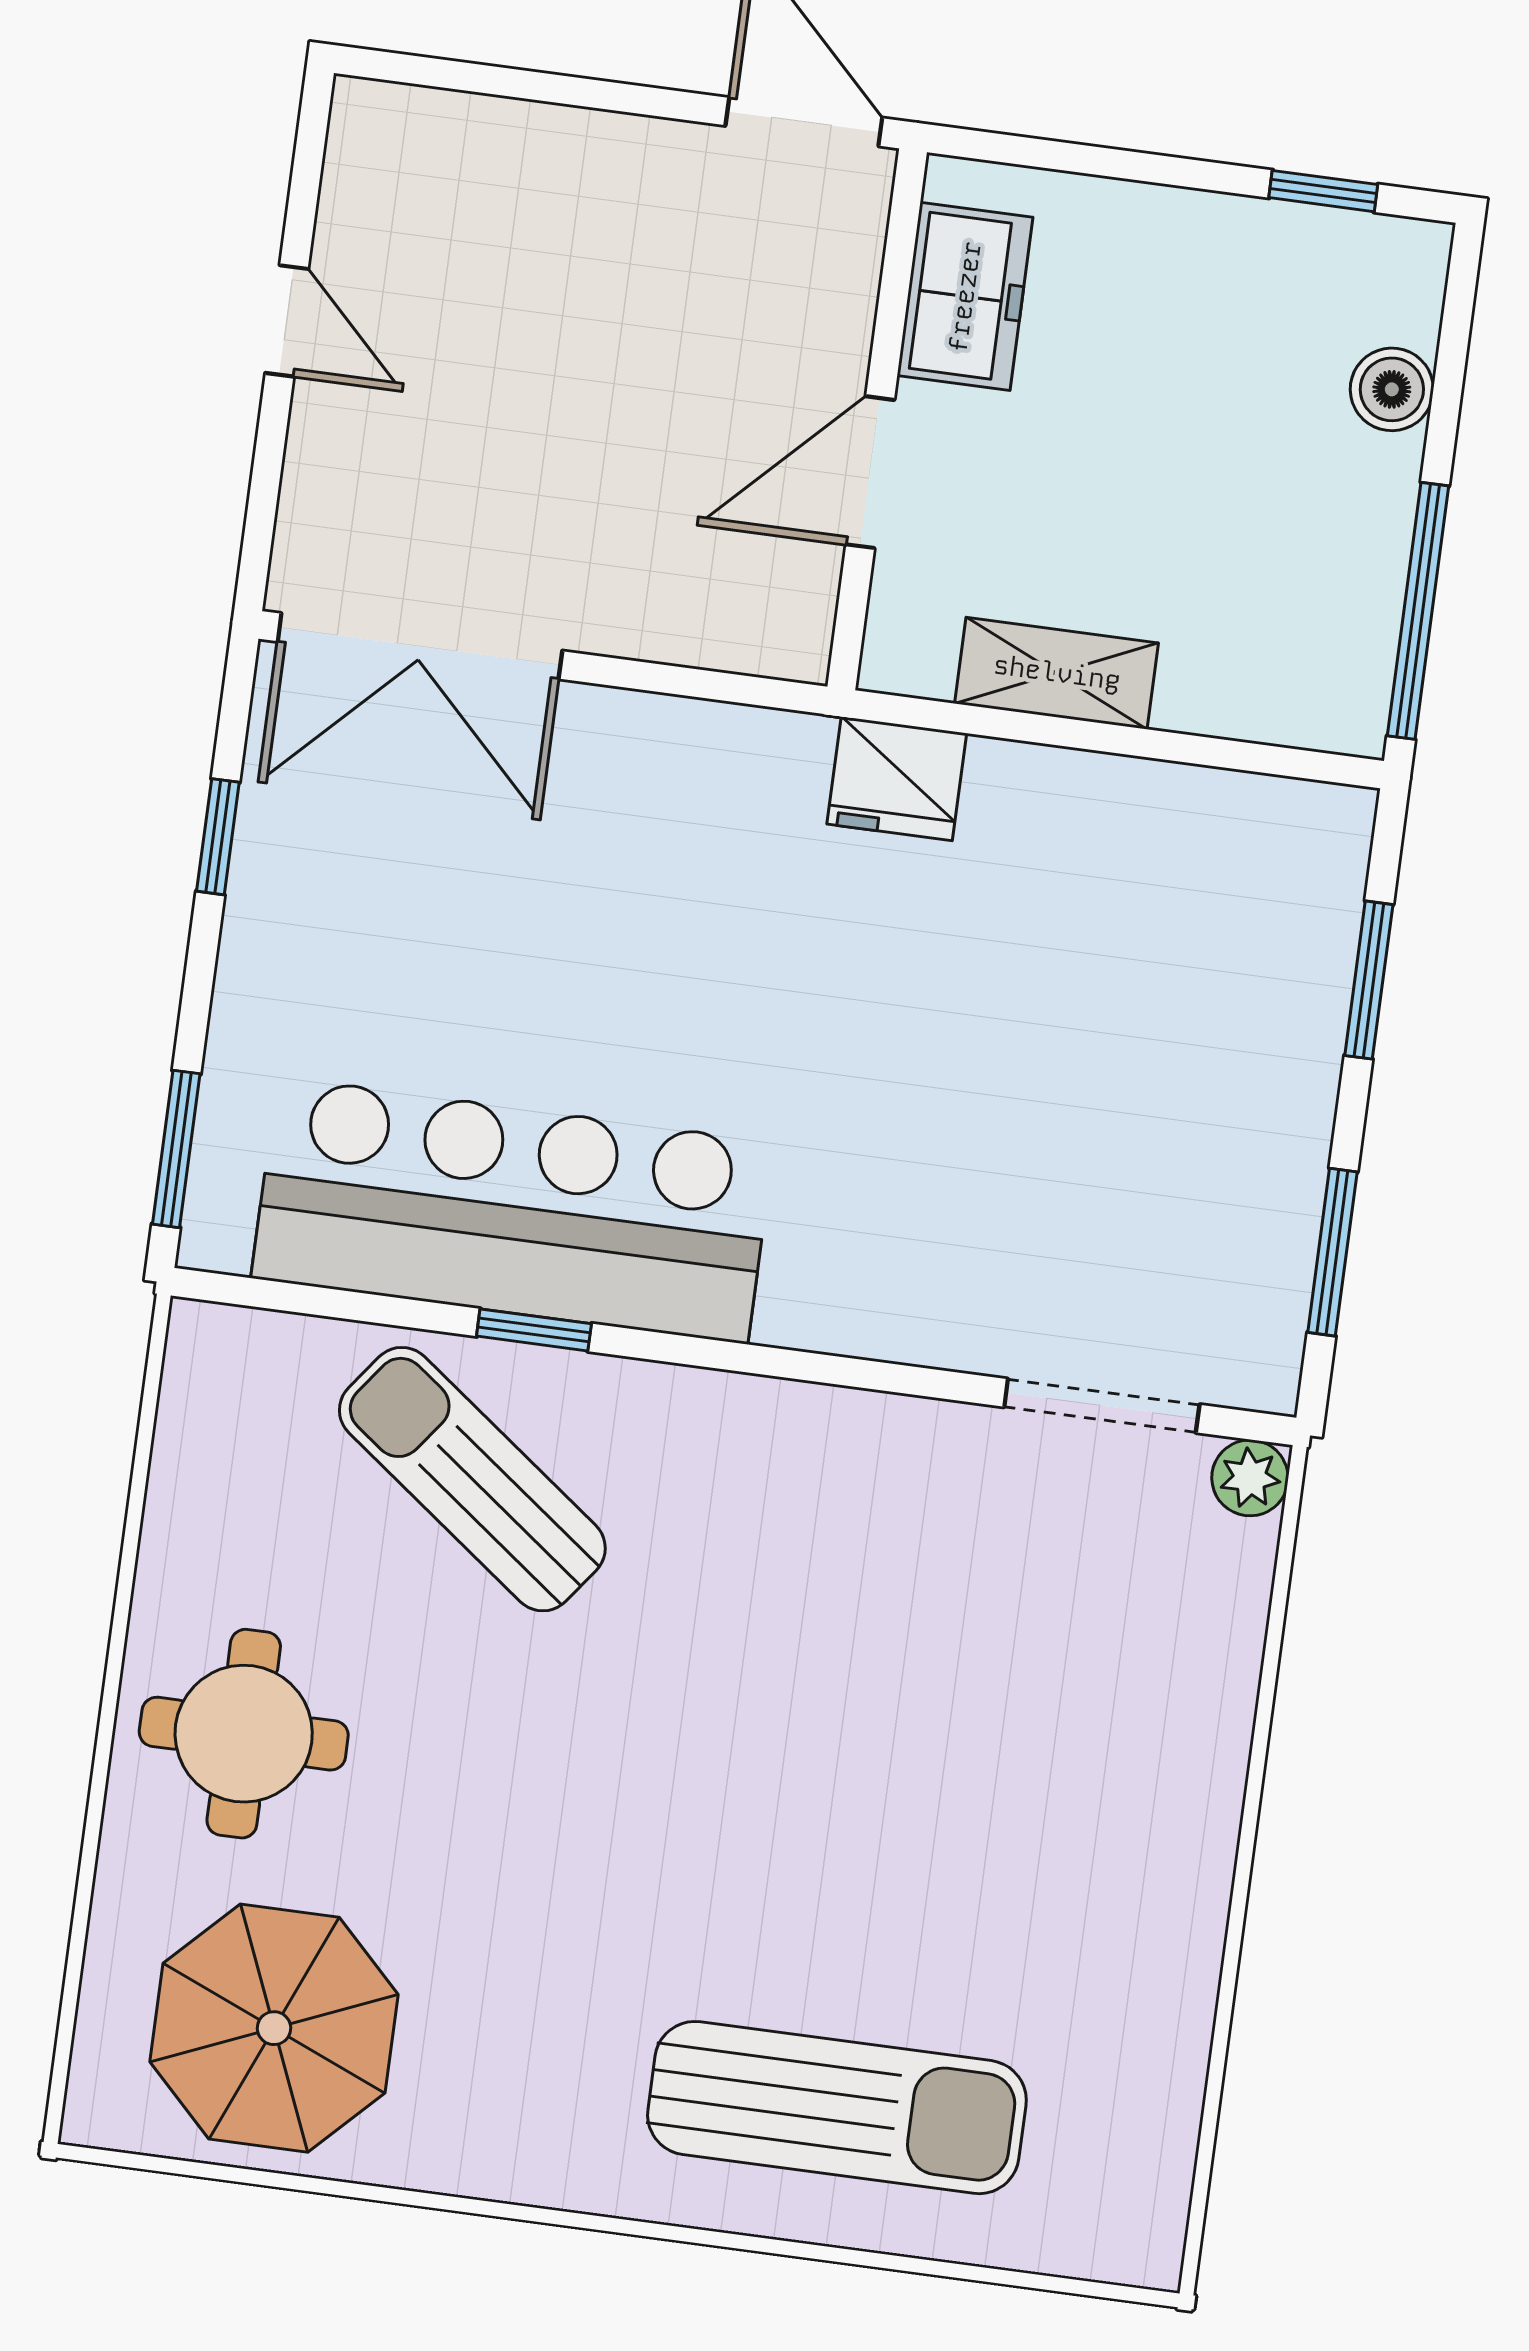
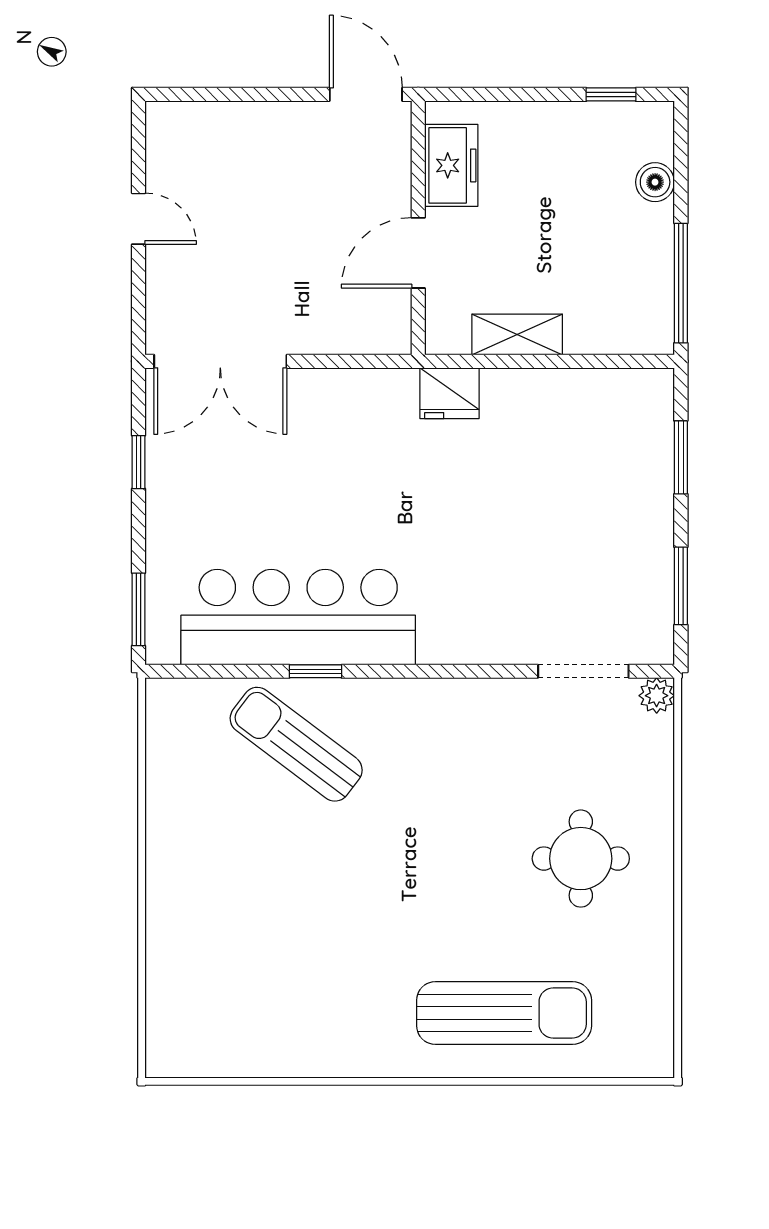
round table: (244, 1734) -> (581, 859), moved
parasol: (274, 2028) -> (238, 1011), removed

